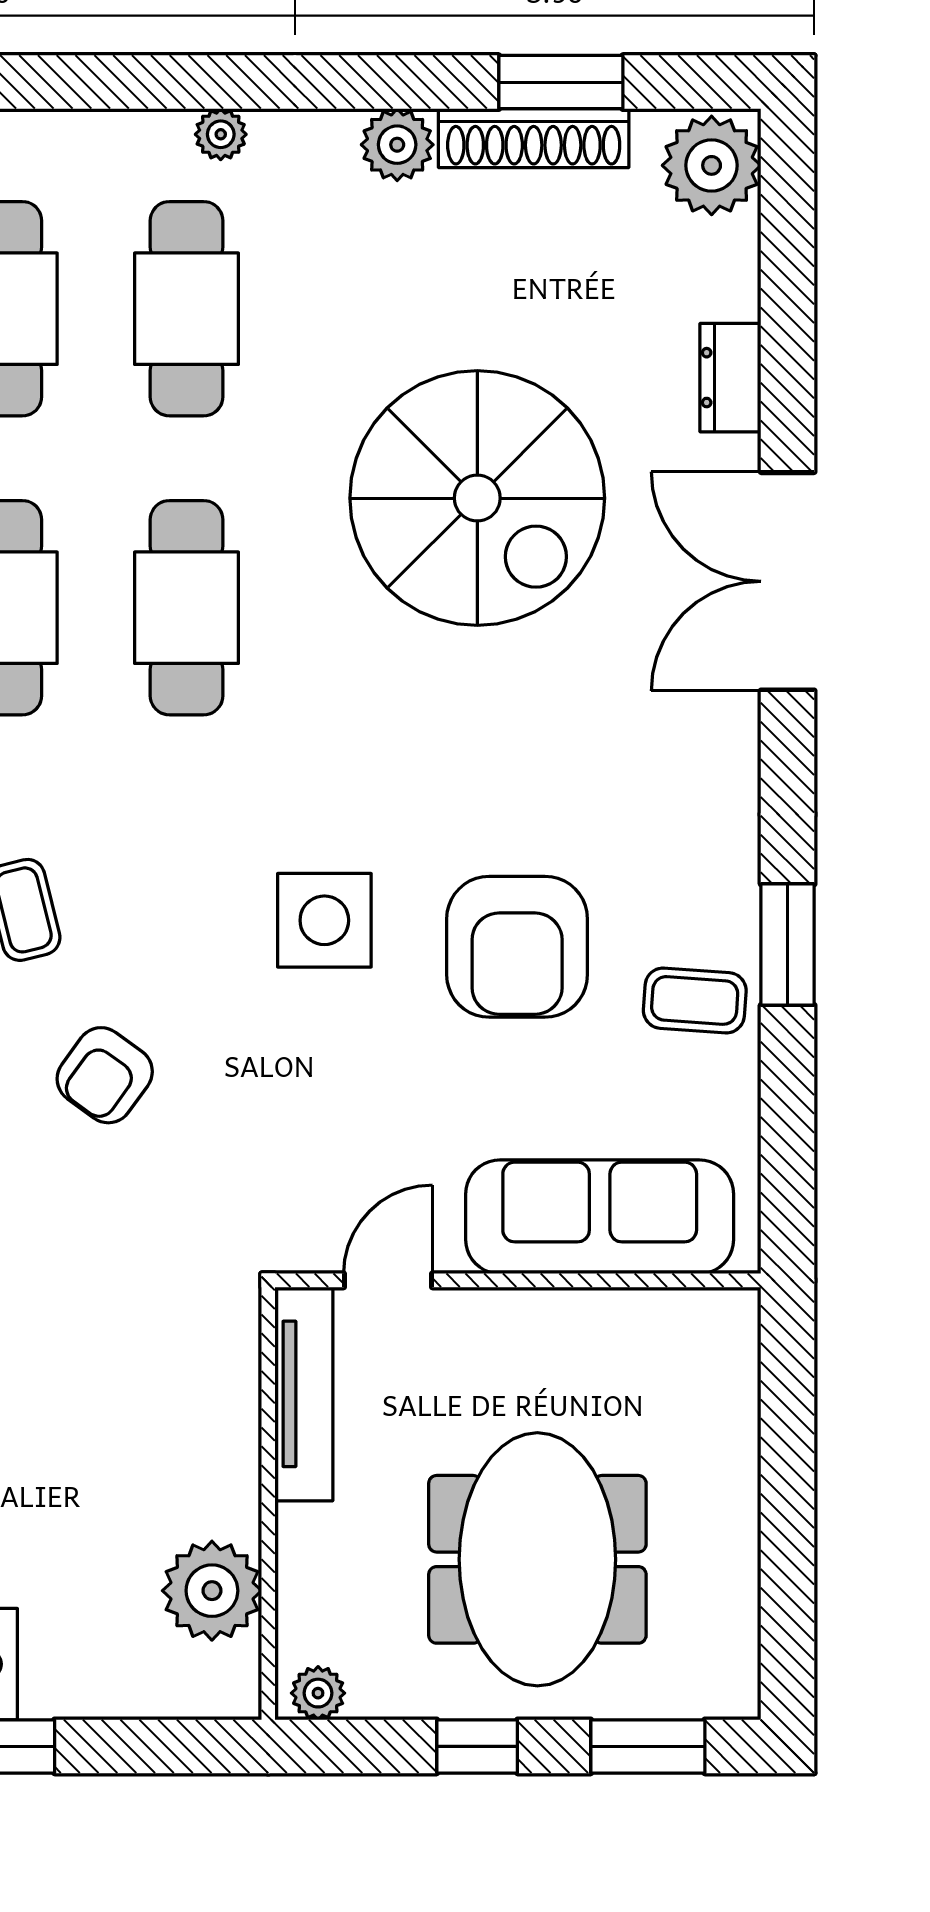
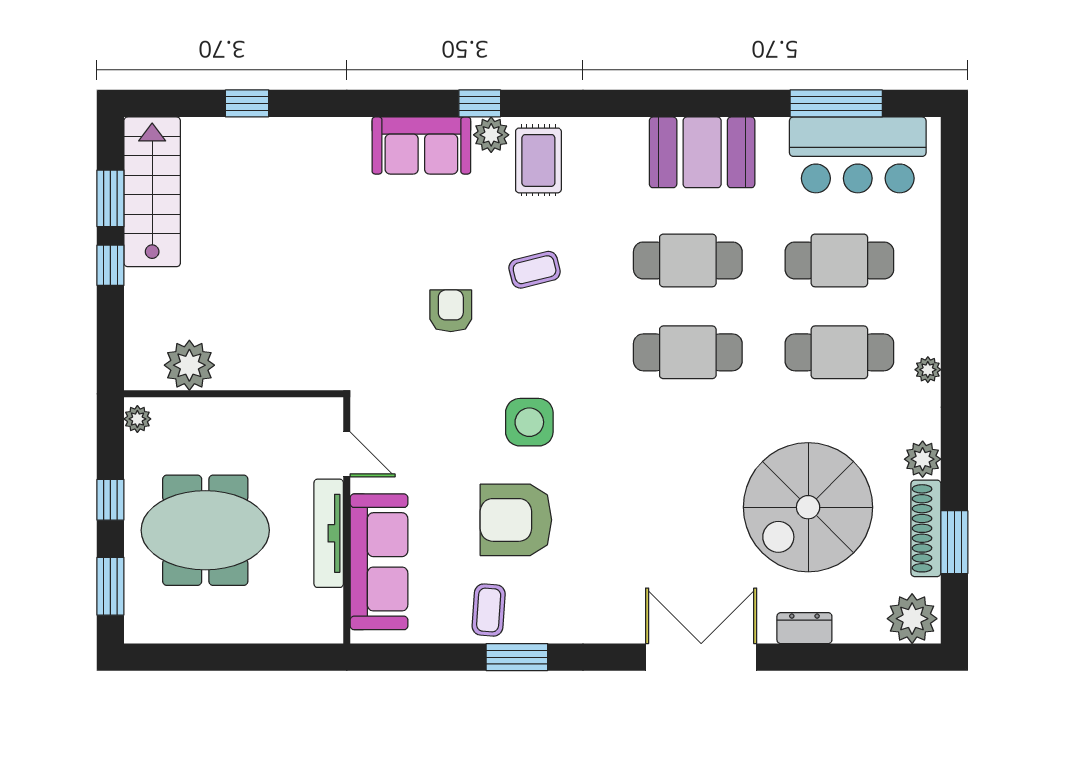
spiral stairs: (477, 498) -> (808, 507), moved
armchair: (105, 1075) -> (451, 311), turned 54
tv unit: (304, 1394) -> (329, 533), moved, turned 90

